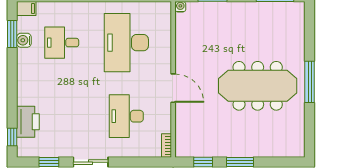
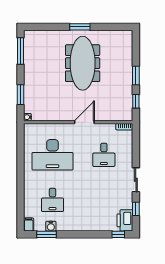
window: (310, 82) -> (80, 27), width x0.69
desk: (126, 116) -> (104, 155), width x0.73
printer: (28, 122) -> (125, 220), moved, turned -90

